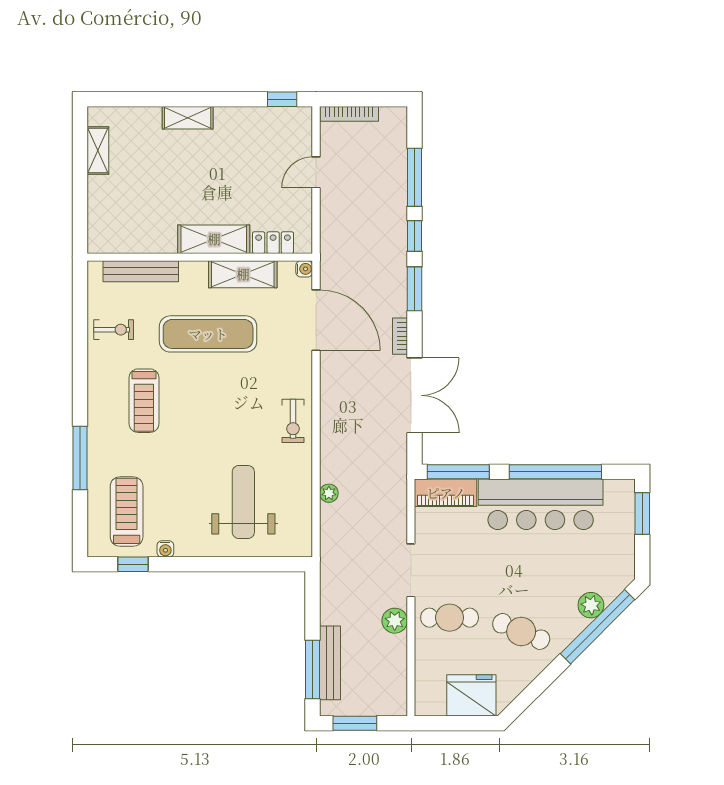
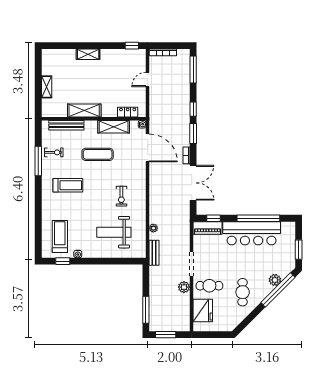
shelving: (98, 150) -> (47, 87), moved
window: (414, 177) -> (193, 70), moved
shelving: (214, 239) -> (84, 110), moved
exercise mat: (208, 334) -> (98, 154), width x0.73, depth x0.69
treadmill: (144, 401) -> (68, 185), turned -90
exercise bike: (293, 421) -> (121, 196), moved
window: (80, 458) -> (38, 161), moved
window: (458, 472) -> (213, 218), width x0.46
weight bench: (243, 502) -> (114, 232), turned -90
window: (642, 513) -> (299, 250), moved
cafe table: (521, 631) -> (243, 292), turned 67
bench: (330, 663) -> (154, 253), moved, width x0.73
fridge: (471, 695) -> (203, 310), moved, turned 90

